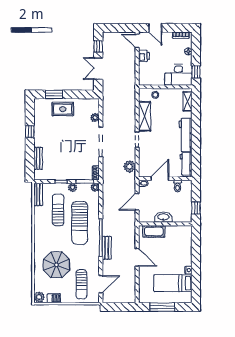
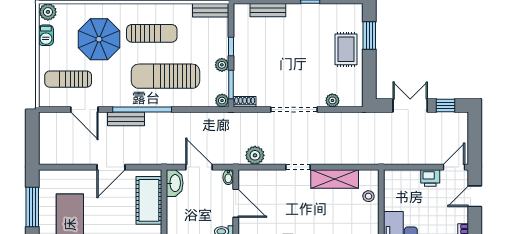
sun lounger: (58, 210) -> (152, 33), moved
washbasin: (163, 217) -> (175, 183), moved
cot: (154, 231) -> (149, 200), width x1.37, depth x1.34
door: (101, 284) -> (84, 110), moved

